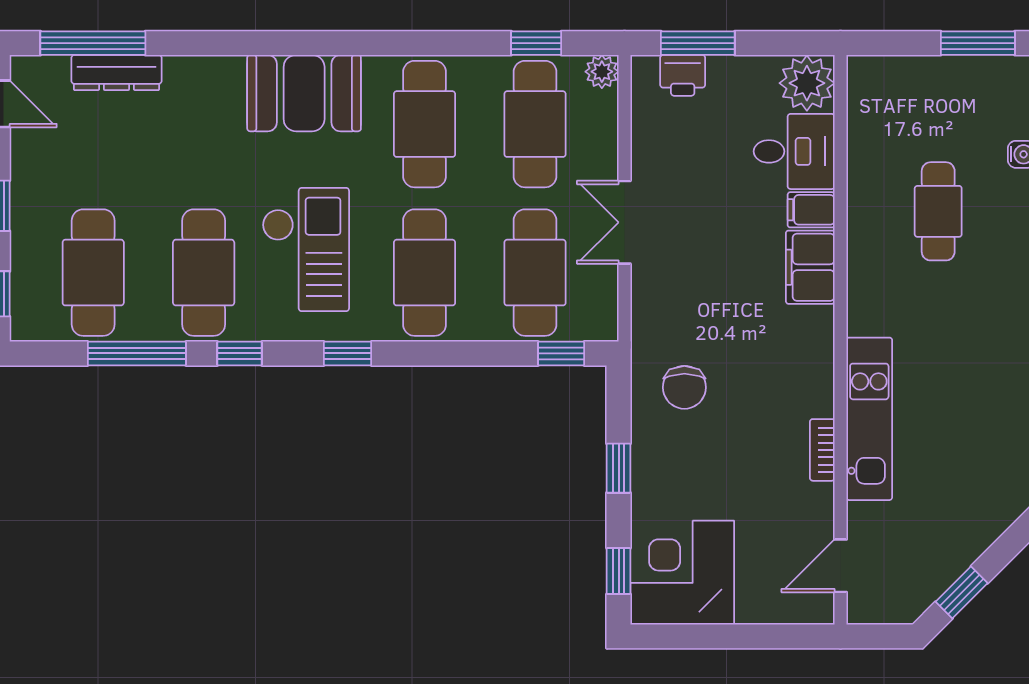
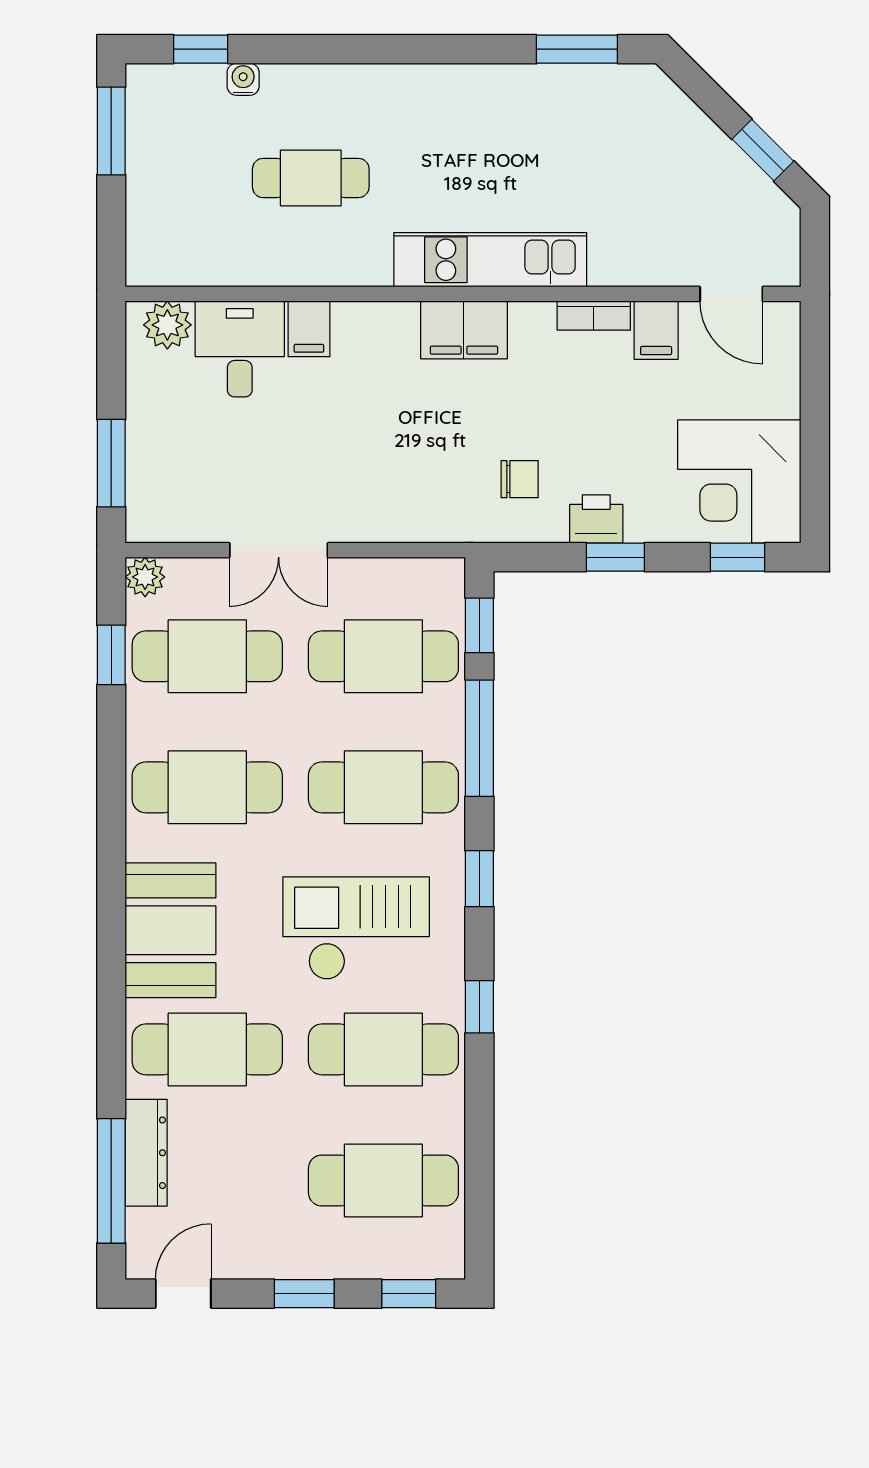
printer: (683, 75) -> (596, 519), moved, turned -90
plant: (807, 83) -> (167, 325), width x0.73, depth x0.73
cafe table: (204, 124) -> (207, 1049), added
double door: (624, 222) -> (279, 550), moved
filing cabinet: (810, 267) -> (464, 330), moved
window: (137, 353) -> (479, 738), moved
chair: (684, 387) -> (520, 479), width x0.73, depth x0.73
kitchen unit: (869, 419) -> (490, 260), moved
filing cabinet: (810, 502) -> (656, 330), added

